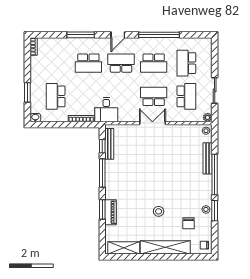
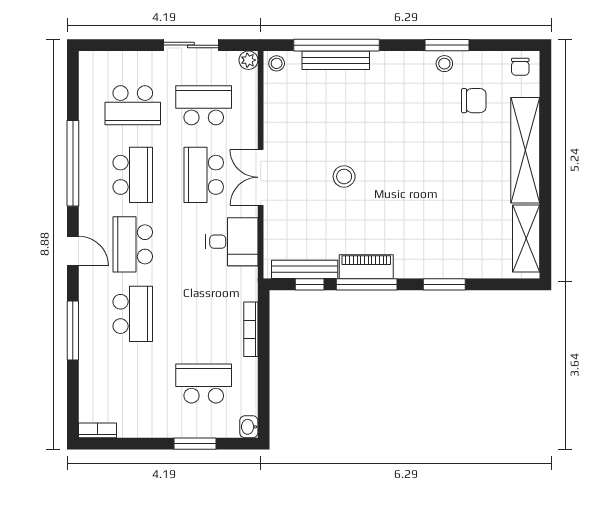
school desk: (56, 96) -> (204, 383), turned 180
desk: (106, 110) -> (232, 242), moved
window: (215, 174) -> (337, 45), moved
stool: (159, 211) -> (344, 176), moved
piano: (111, 212) -> (366, 267), moved

